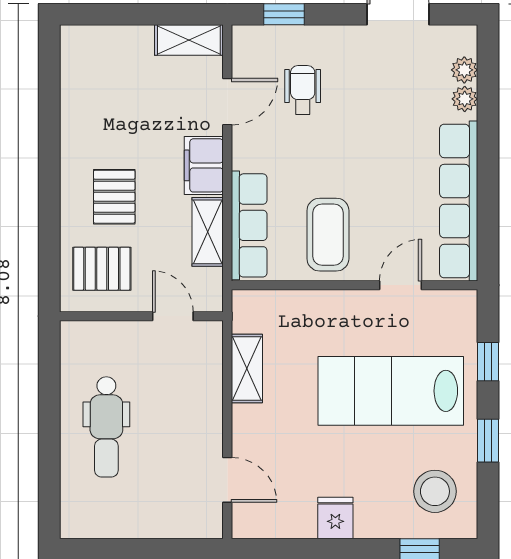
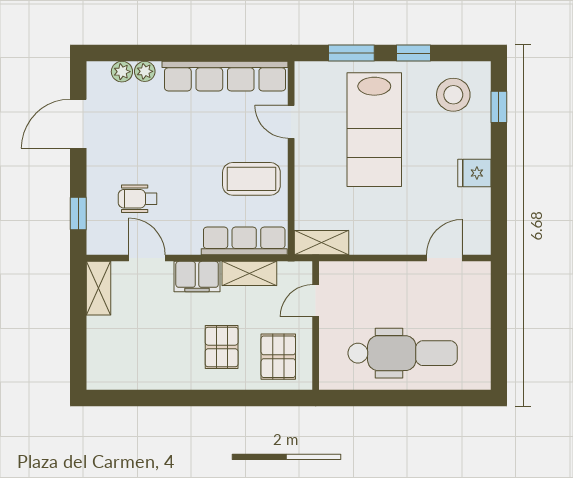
pallet: (114, 197) -> (222, 347), turned 90
window: (488, 362) -> (351, 53), width x1.50
shelving: (247, 369) -> (321, 243), moved
dental chair: (106, 427) -> (403, 353), width x1.36, depth x1.38

